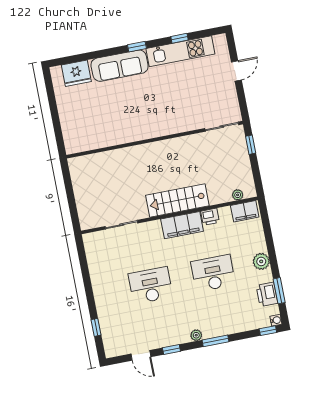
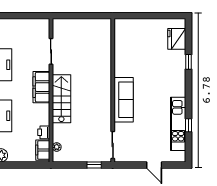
window: (137, 47) -> (188, 62), moved
sofa: (120, 66) -> (124, 100), moved, turned 180
printer: (210, 217) -> (44, 132), moved
filing cabinet: (182, 225) -> (41, 87), moved

